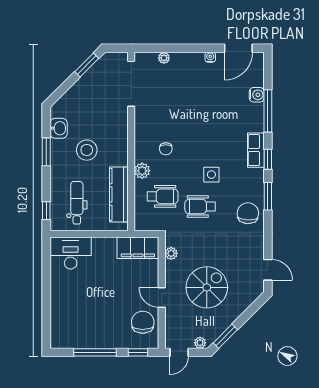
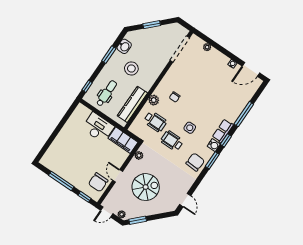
window: (87, 65) -> (152, 25), moved
water cooler: (257, 95) -> (214, 145), moved
desk: (71, 253) -> (98, 127), moved
chair: (143, 322) -> (98, 182), turned 180

